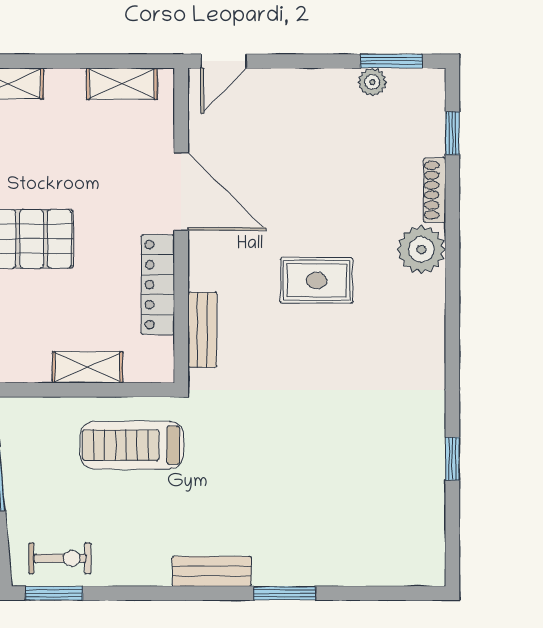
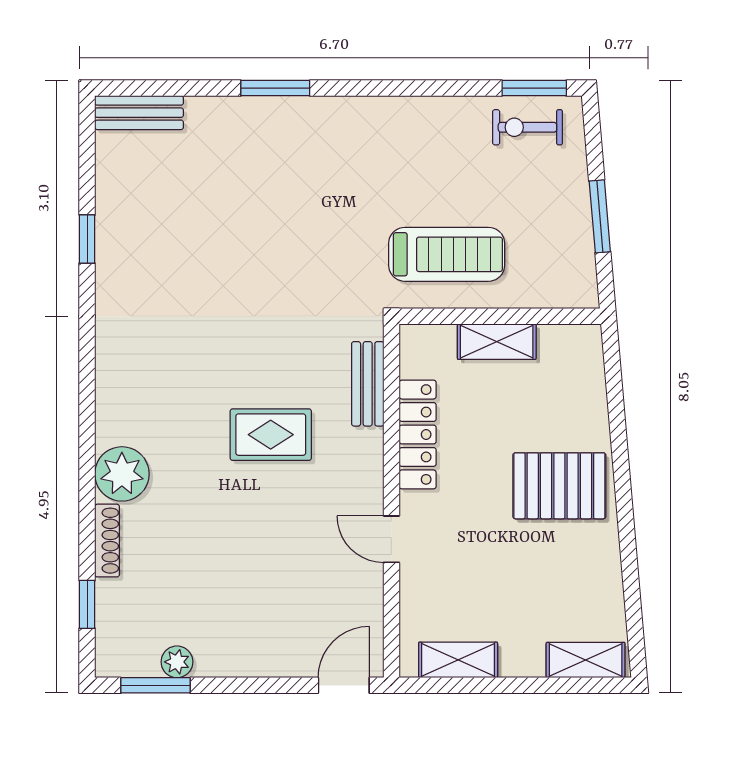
door: (181, 191) -> (391, 539), width x0.53
rug: (317, 280) -> (271, 435), moved
bench: (212, 571) -> (139, 113), moved

